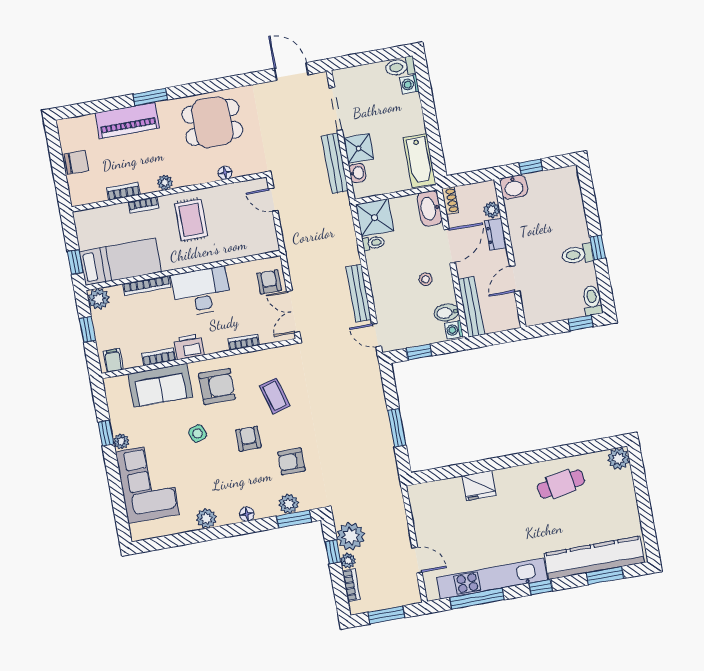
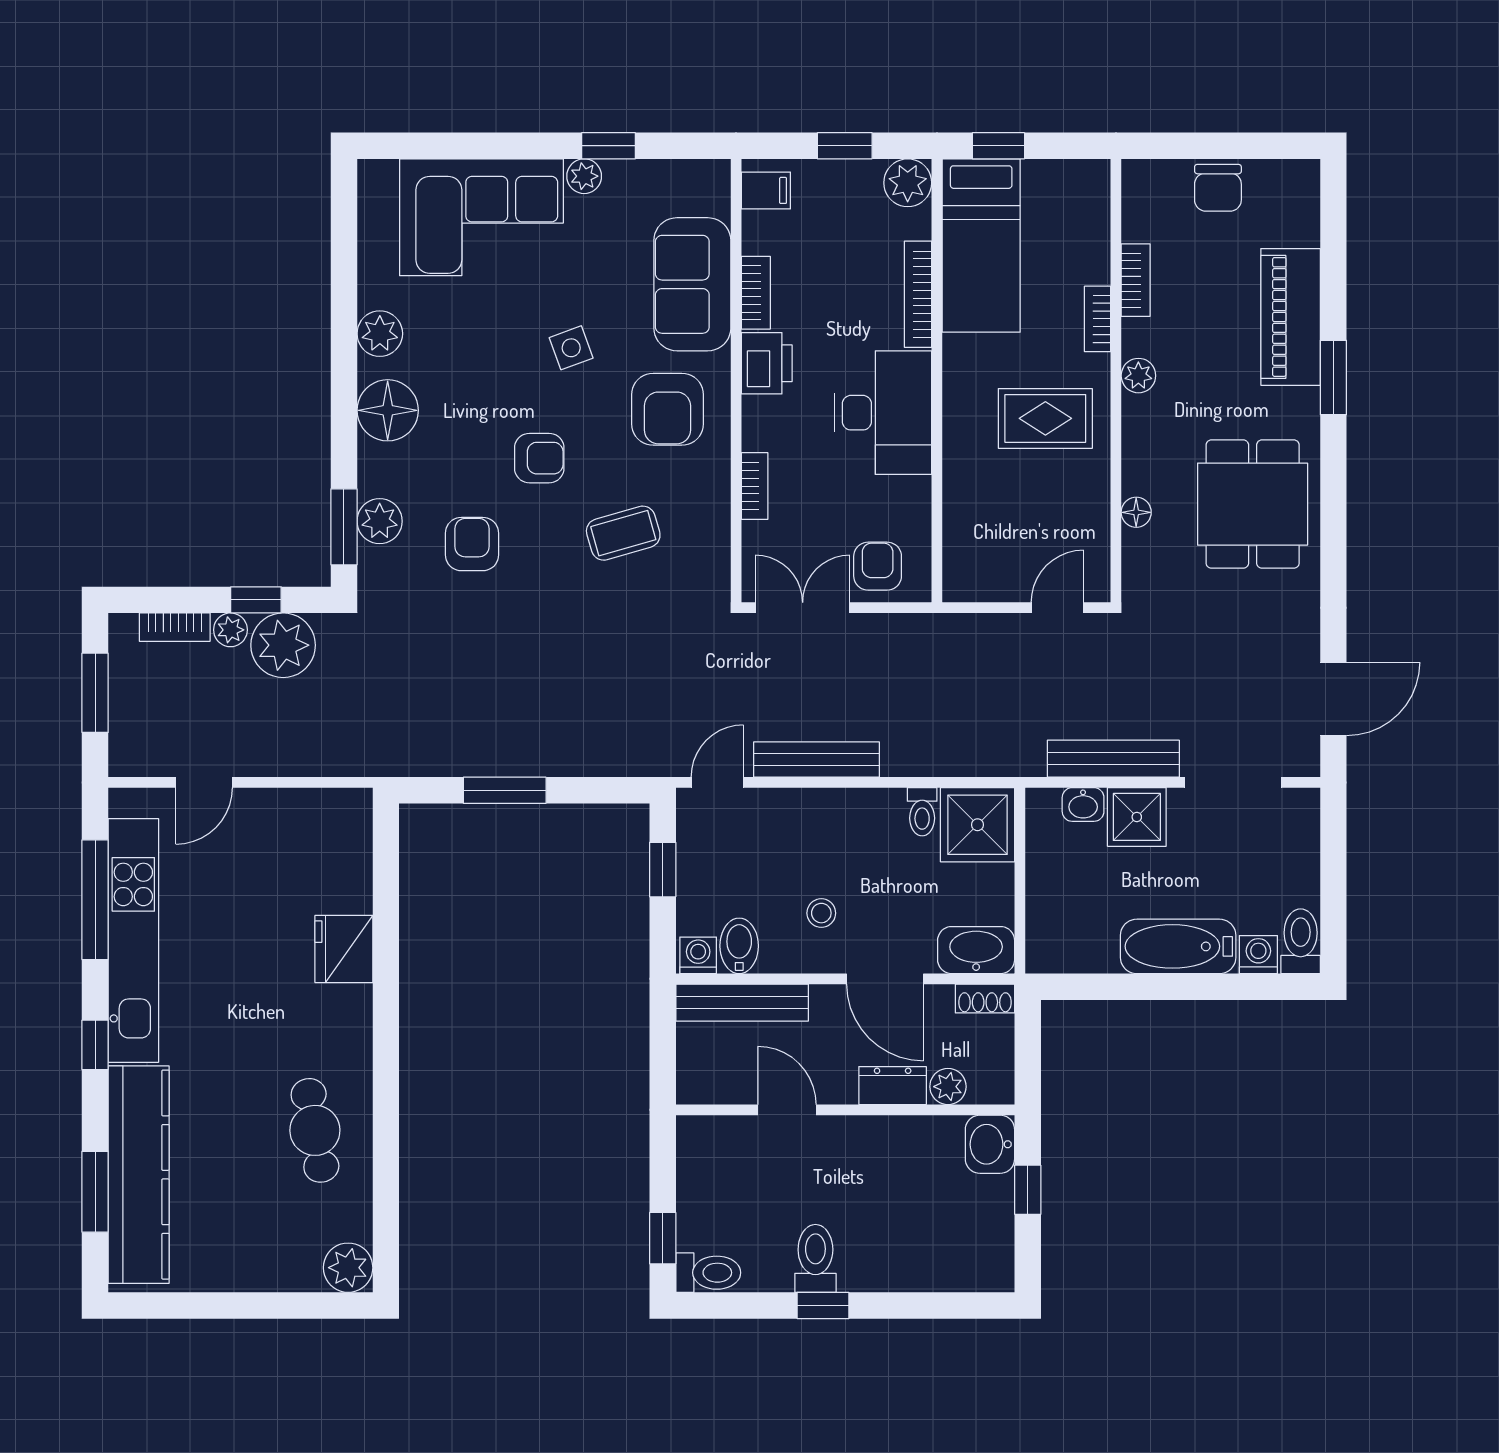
bathtub: (419, 161) -> (1178, 946), moved
armchair: (269, 282) -> (878, 566), turned -90
floor lamp: (247, 514) -> (388, 410), width x1.89, depth x1.89

